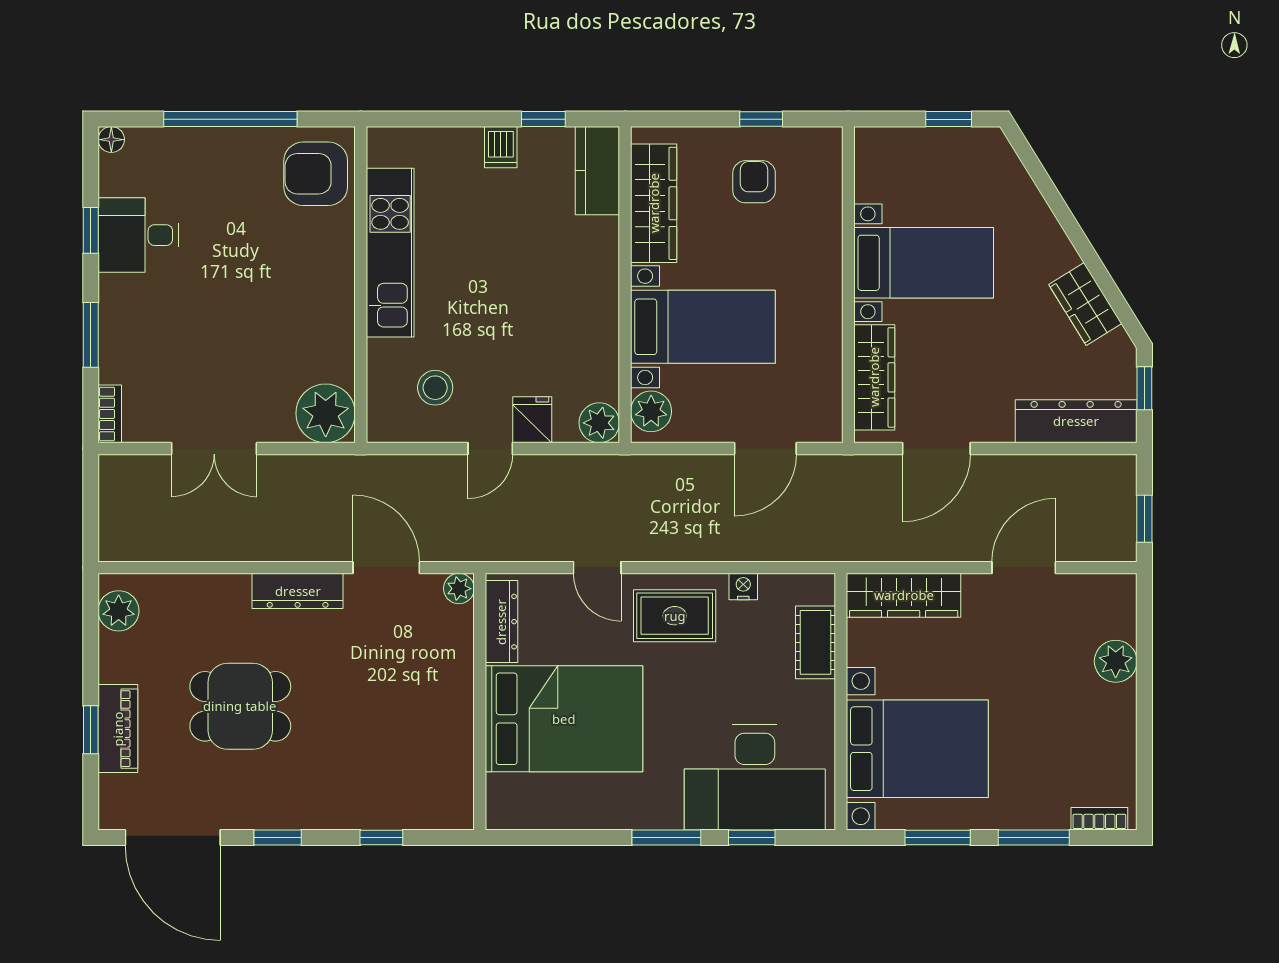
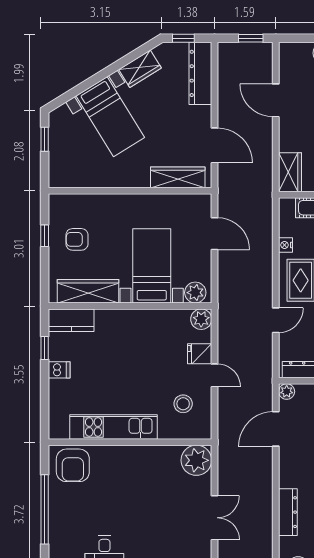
bed with nightstands: (924, 263) -> (110, 117), moved, turned 148
dresser: (298, 591) -> (288, 512), moved
wardrobe: (904, 595) -> (290, 172), width x0.67

